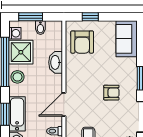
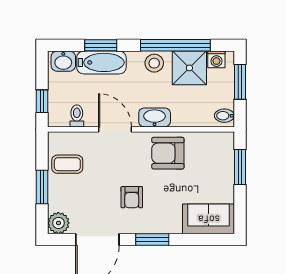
window: (90, 17) -> (240, 167), width x1.50
bidet: (40, 28) -> (224, 116), moved
armchair: (82, 42) -> (168, 153), moved
washbasin: (56, 62) -> (155, 117), moved

